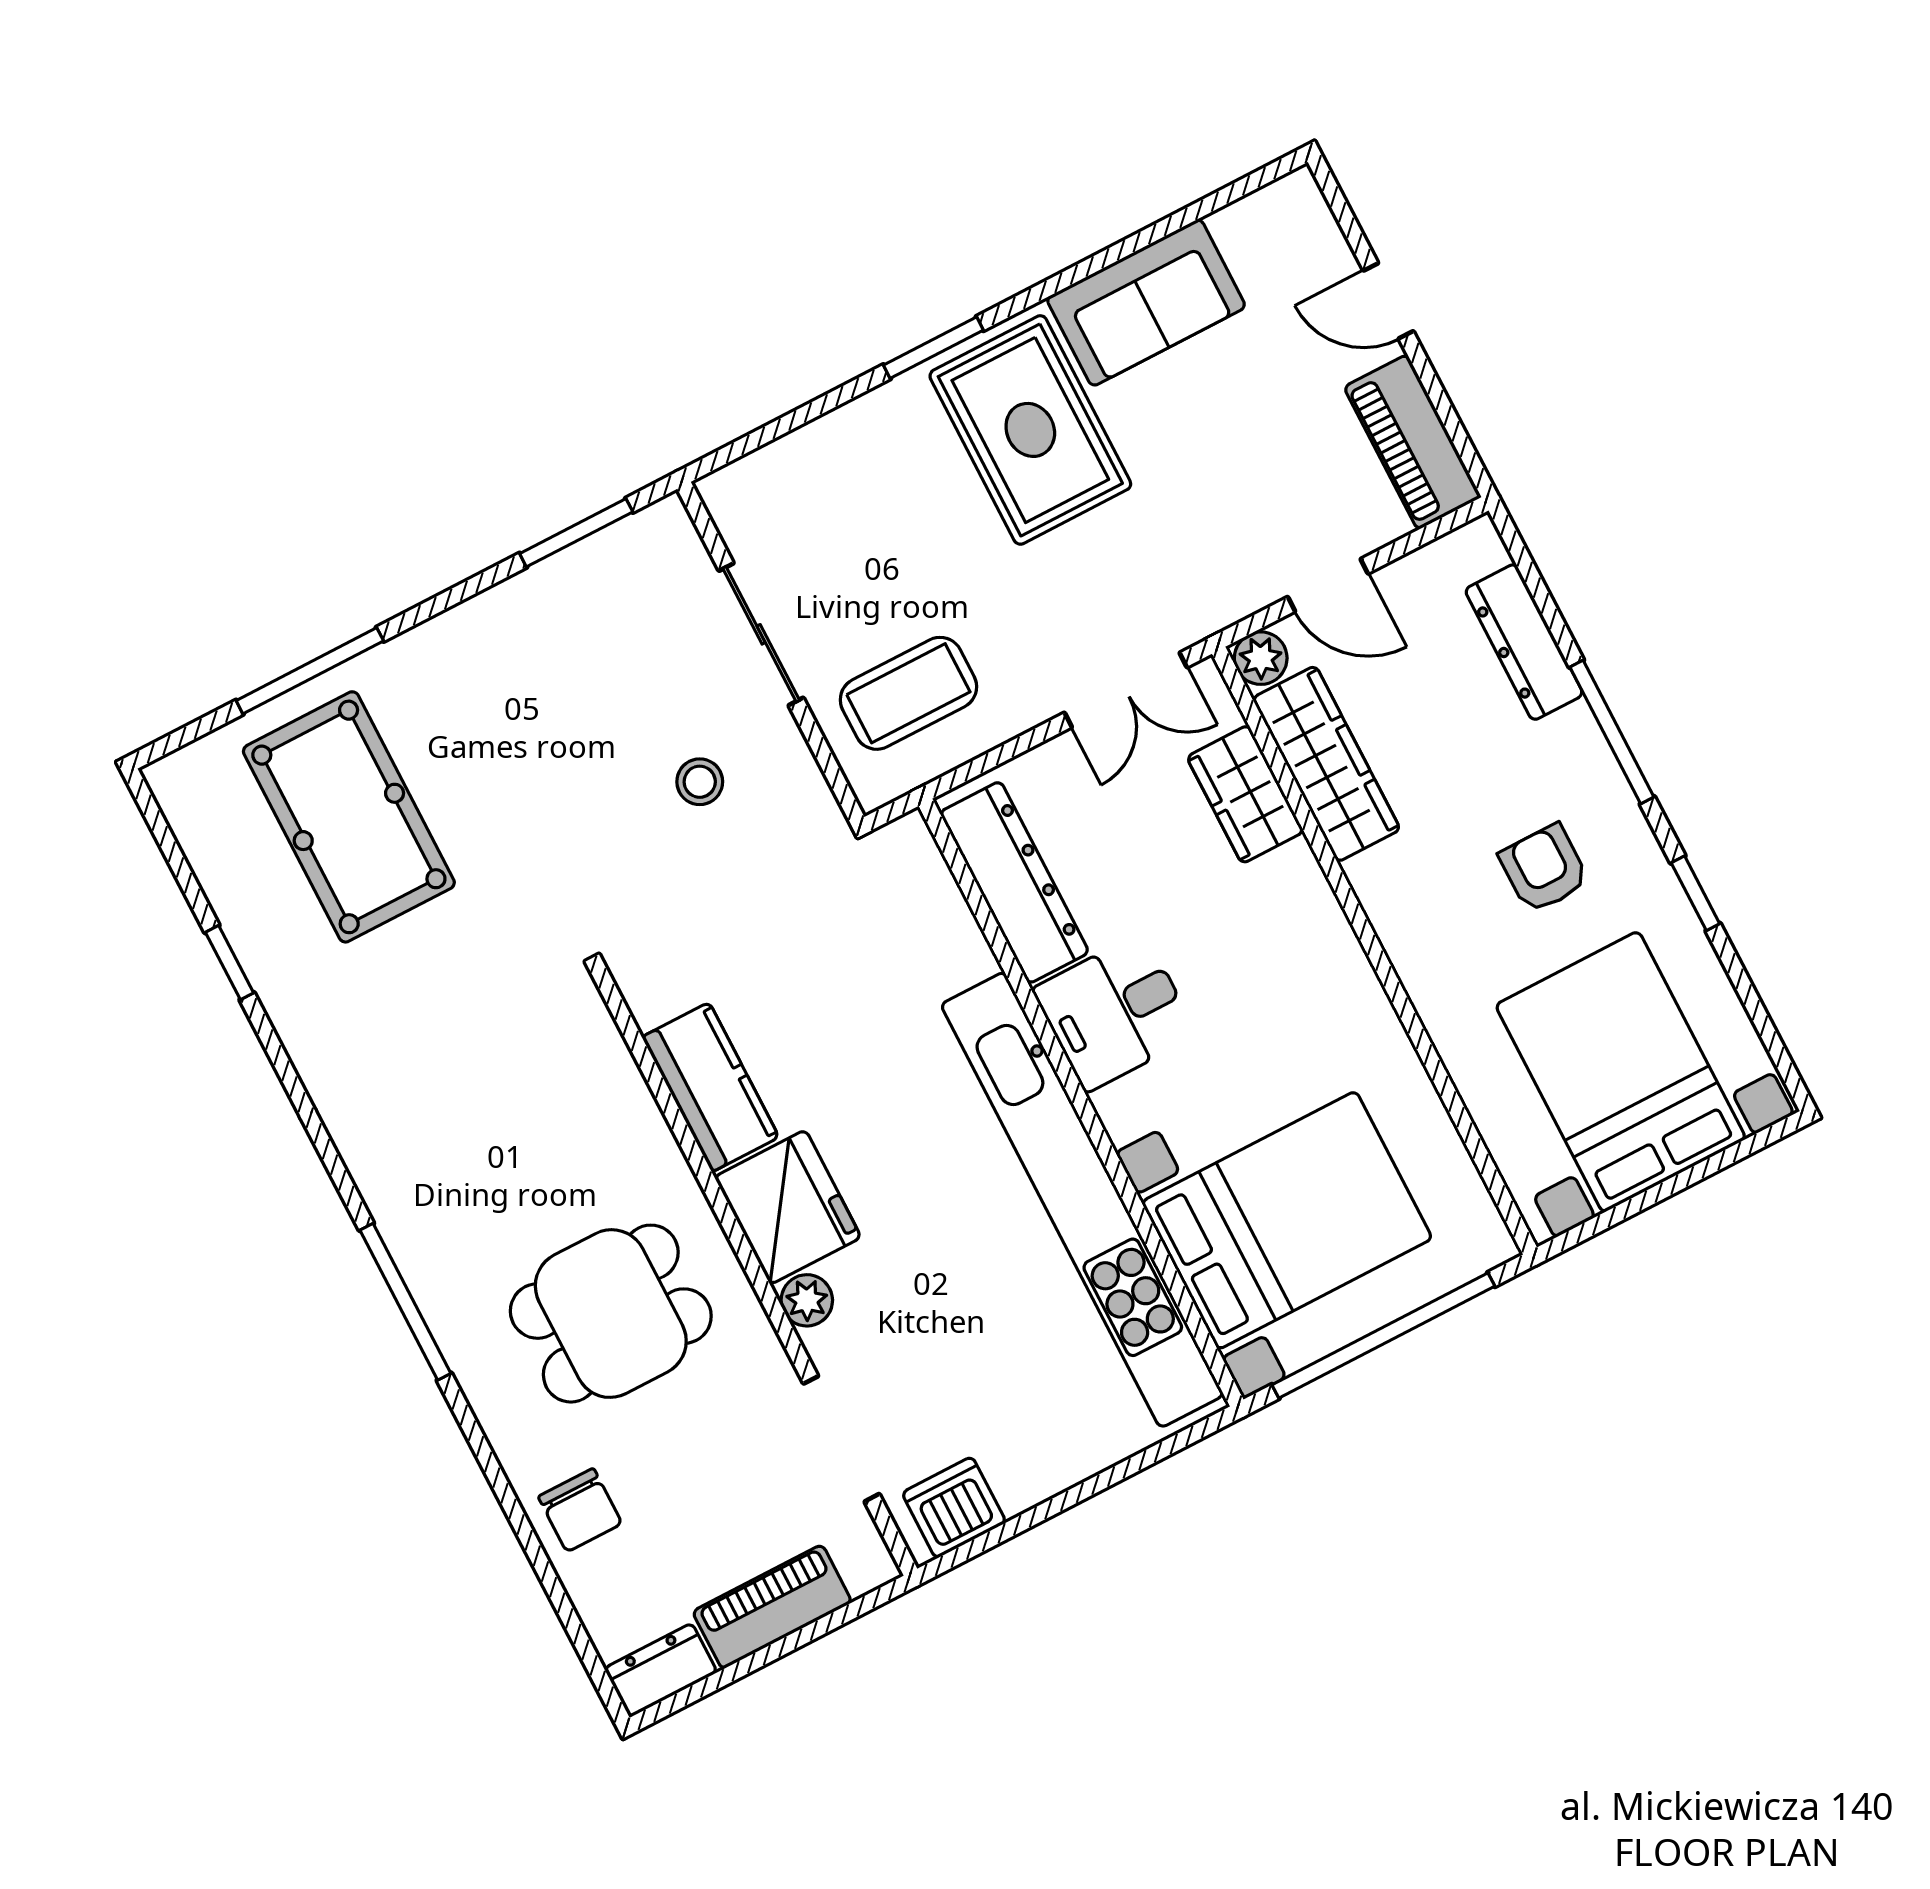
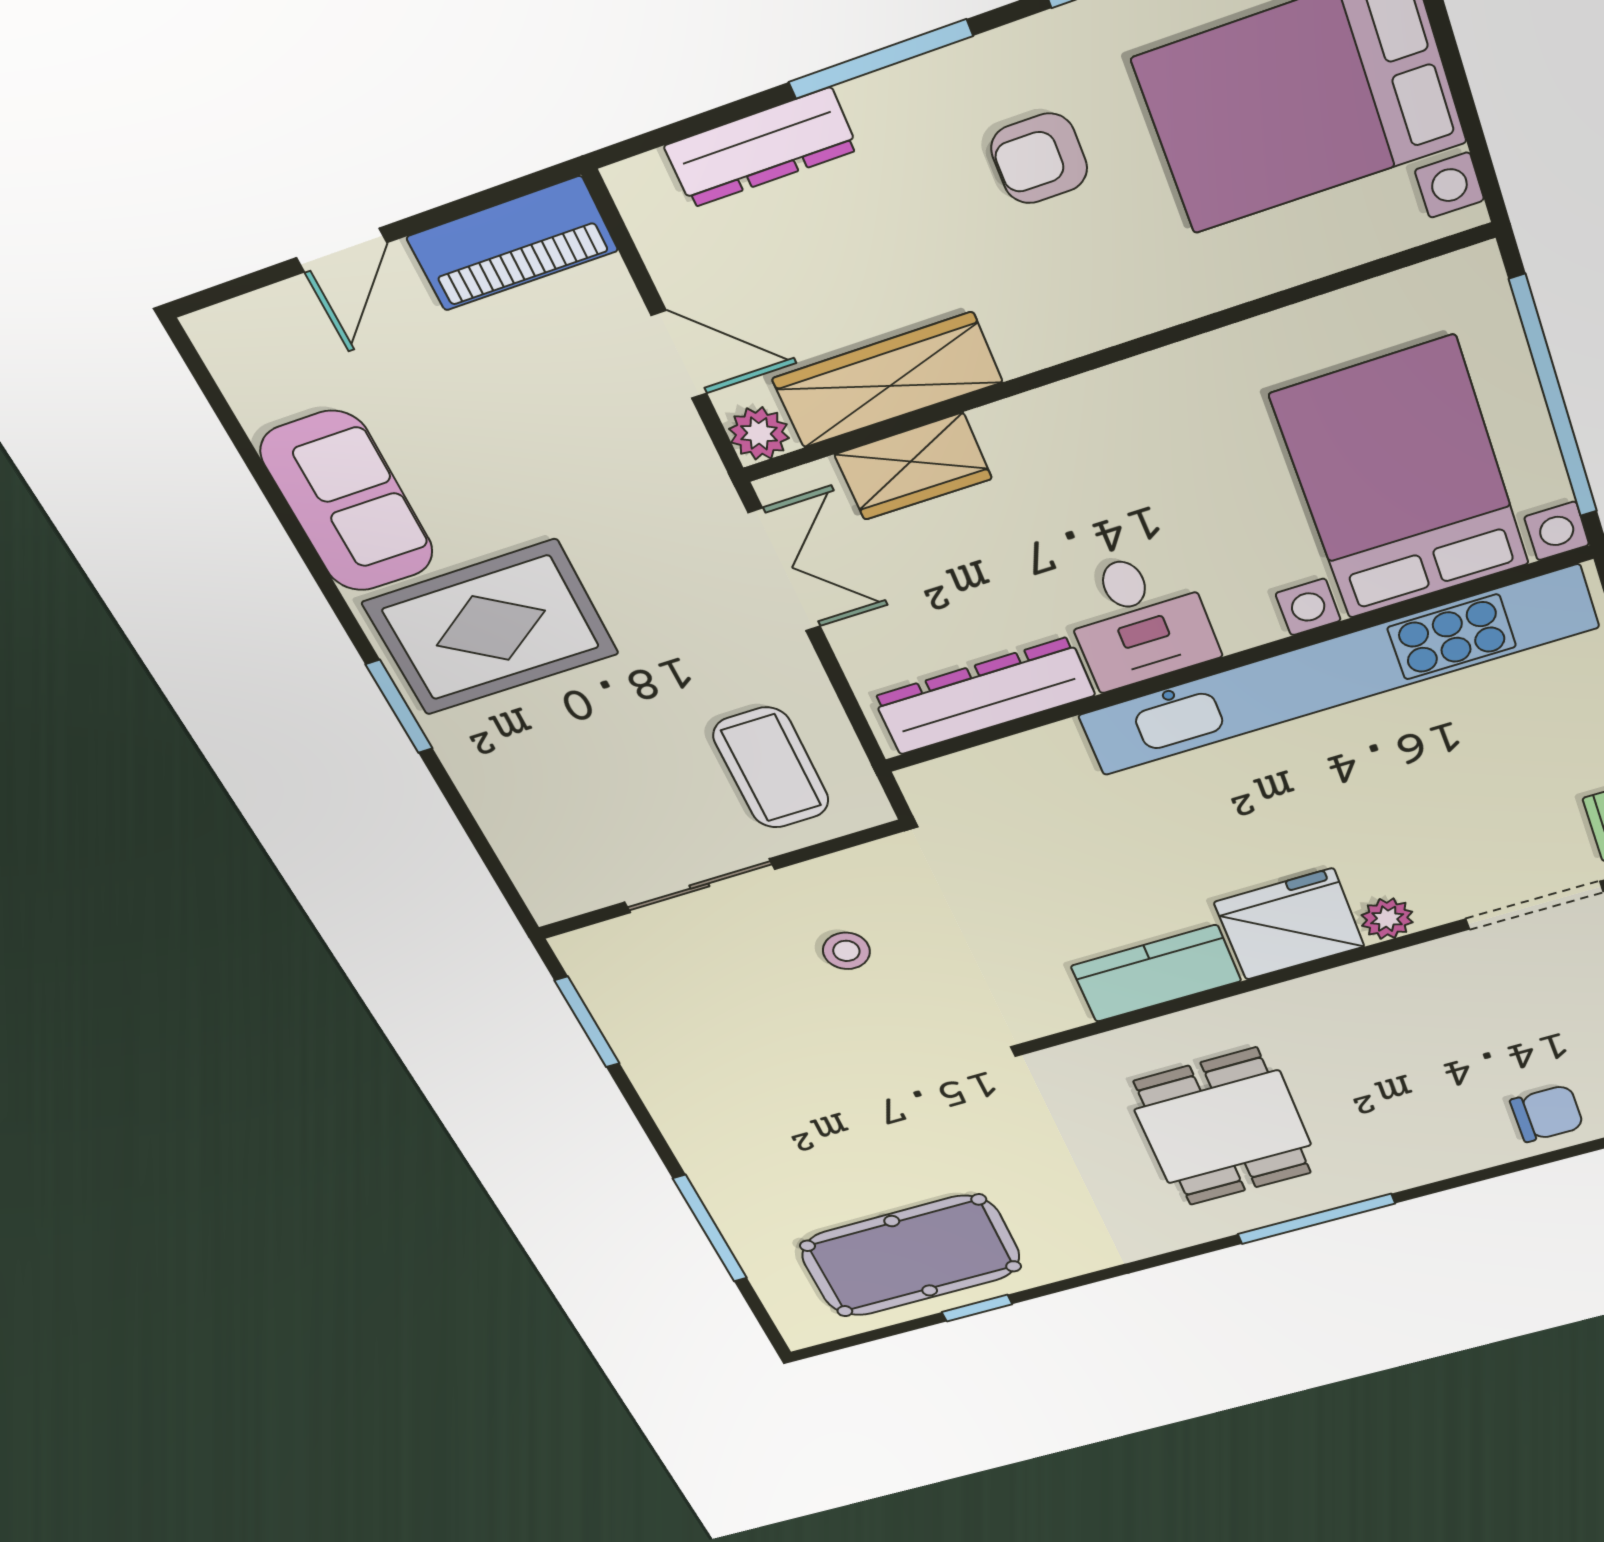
door: (1328, 585) -> (679, 355), hinge flipped
pool table: (349, 817) -> (911, 1256), moved
dining table: (611, 1314) -> (1223, 1127), moved

